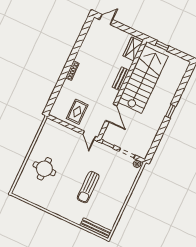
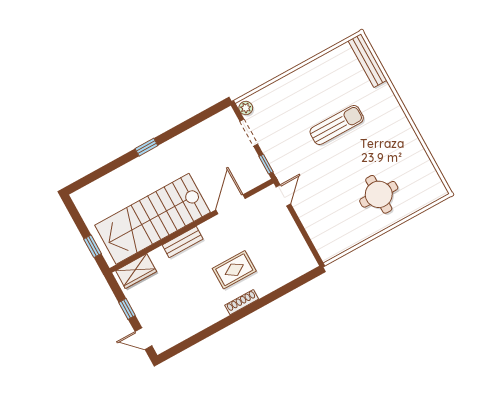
window: (124, 28) -> (127, 309), added
rug: (77, 112) -> (234, 270), moved

